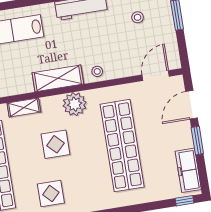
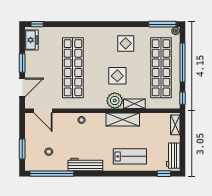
door: (156, 76) -> (43, 111), hinge flipped
shelving: (58, 78) -> (123, 120), moved
plant: (75, 104) -> (115, 101), moved
freezer: (188, 170) -> (31, 40), width x0.71

